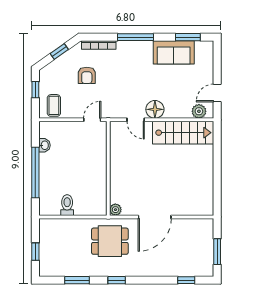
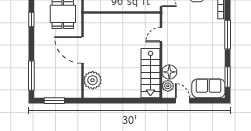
sofa: (174, 52) -> (208, 88), moved, turned 90
floor lamp: (155, 109) -> (169, 72), moved
plant: (115, 210) -> (93, 80), moved, width x1.87, depth x1.87
window: (186, 280) -> (31, 76), width x2.17

